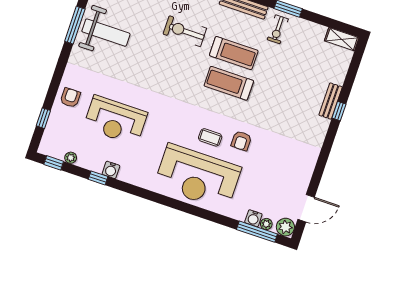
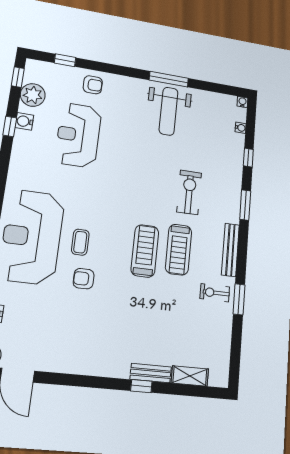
shelving: (342, 39) -> (190, 376), moved, turned 90
plant: (71, 158) -> (33, 95), width x1.88, depth x1.88
water cooler: (111, 170) -> (24, 121), moved

